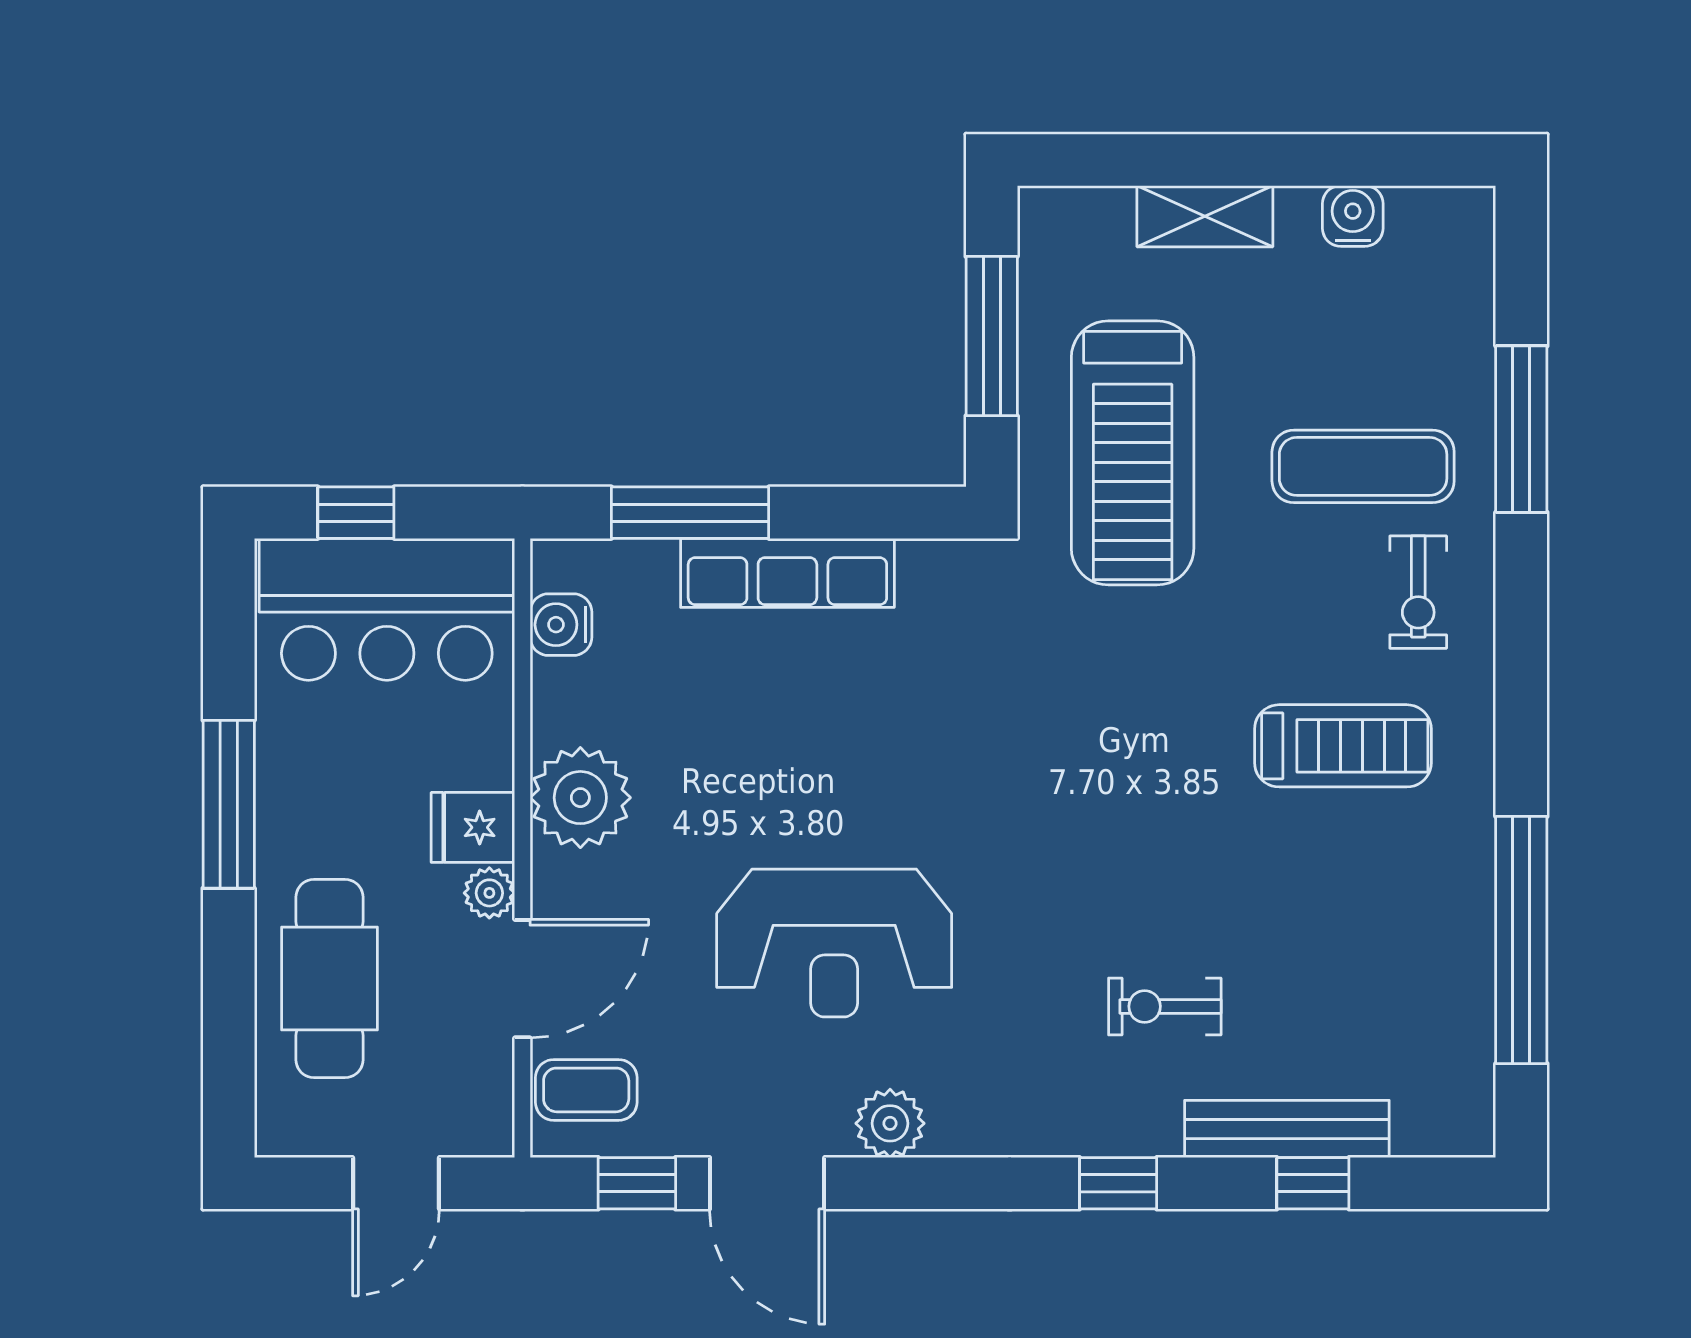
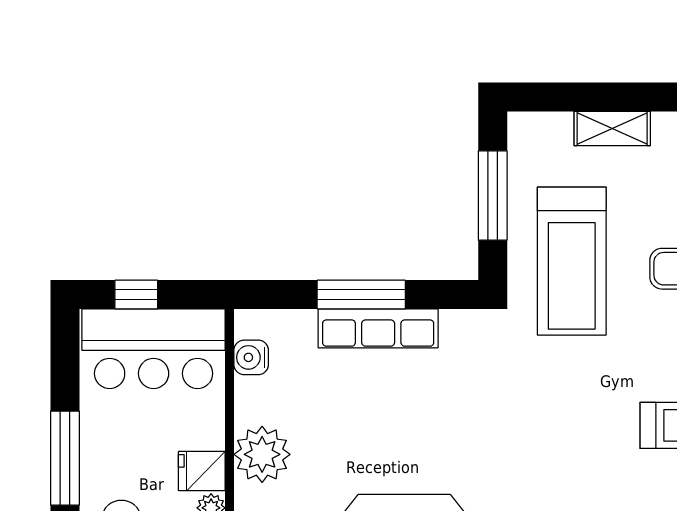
window: (690, 513) -> (361, 295), moved

